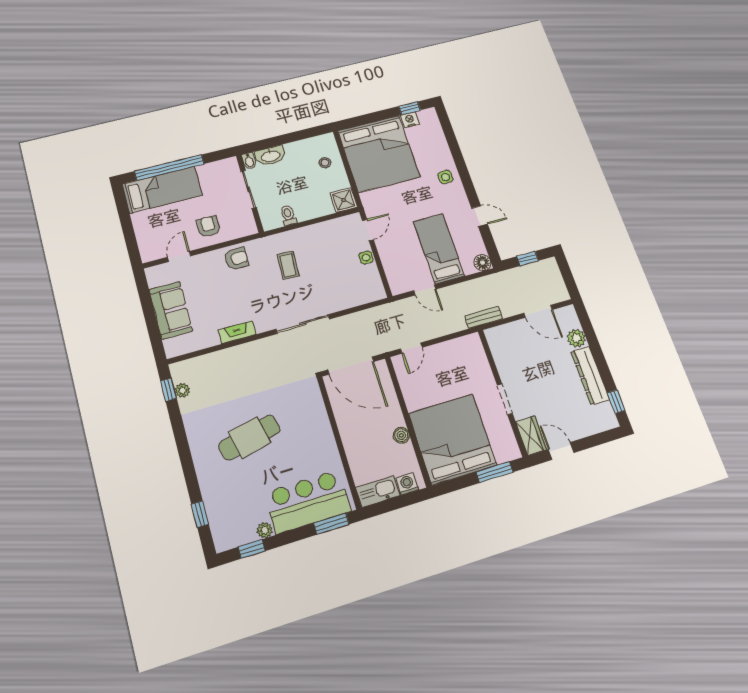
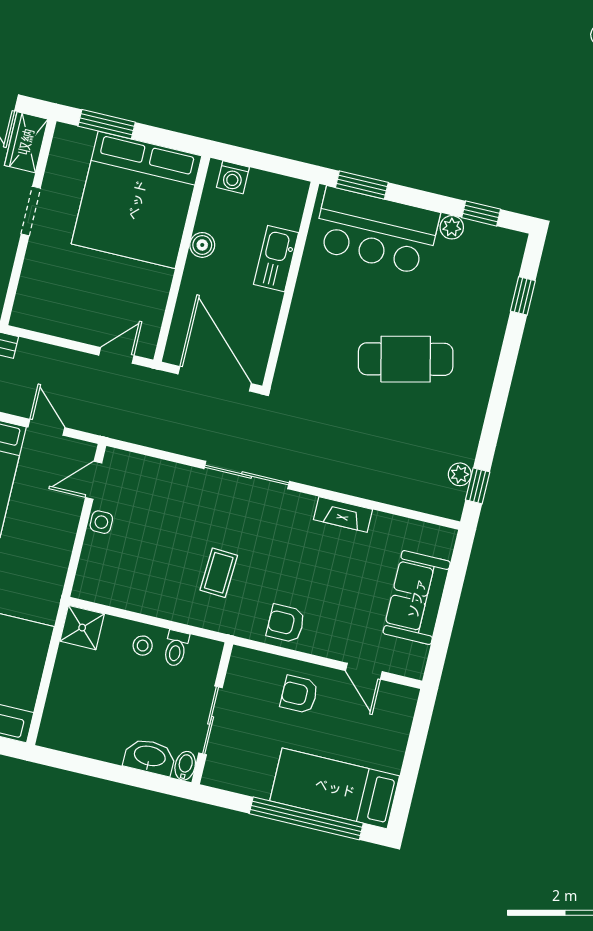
stool: (325, 163) -> (143, 646), moved
armchair: (208, 226) -> (299, 694), turned 90
door: (368, 230) -> (94, 480), moved
door: (179, 257) -> (364, 671), hinge flipped
kitchen sink: (378, 492) -> (276, 259), moved, turned 90

